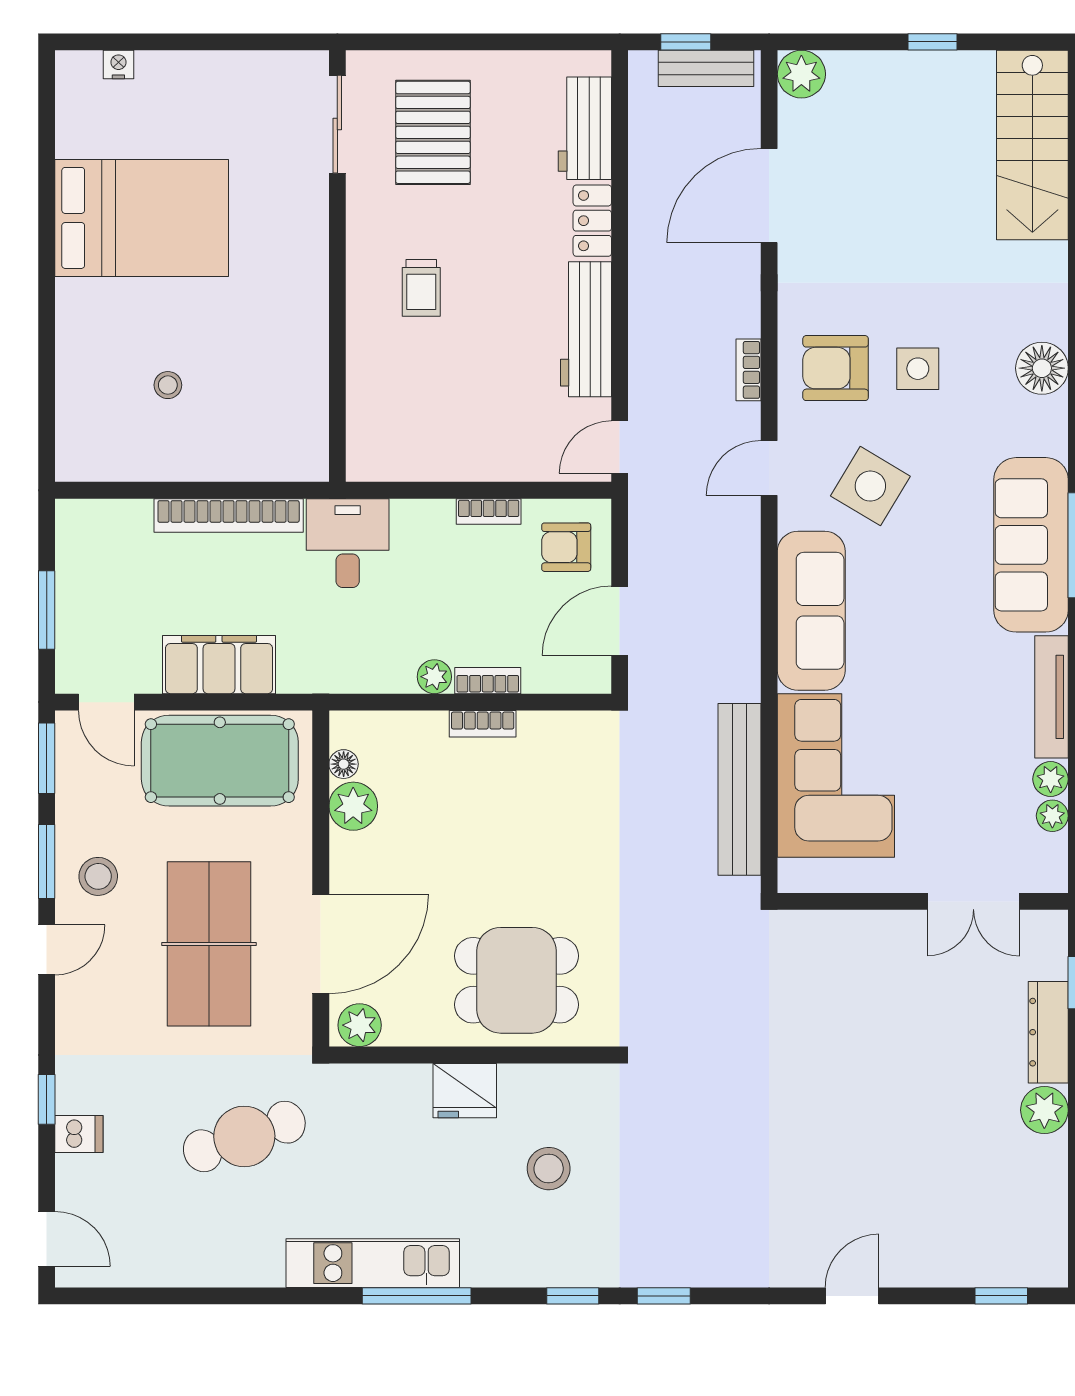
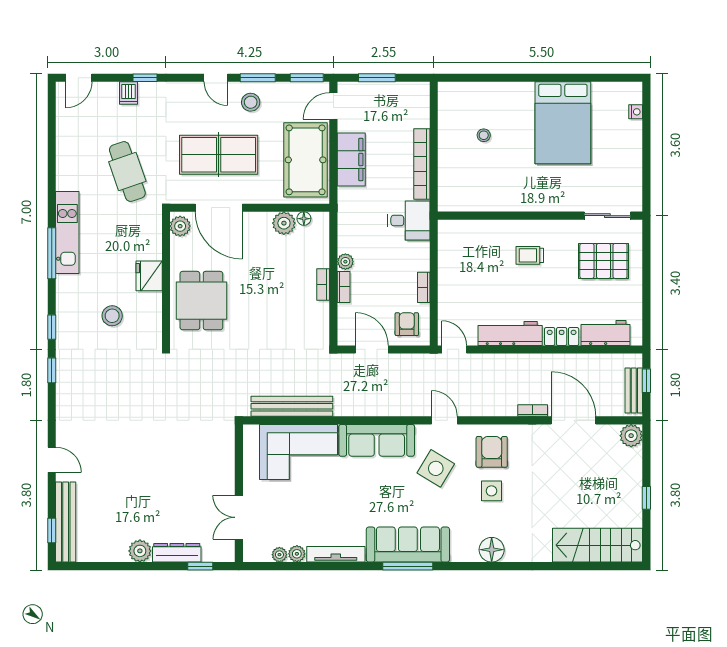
bookcase: (748, 370) -> (533, 411), moved
bench: (984, 1266) -> (66, 522), added

